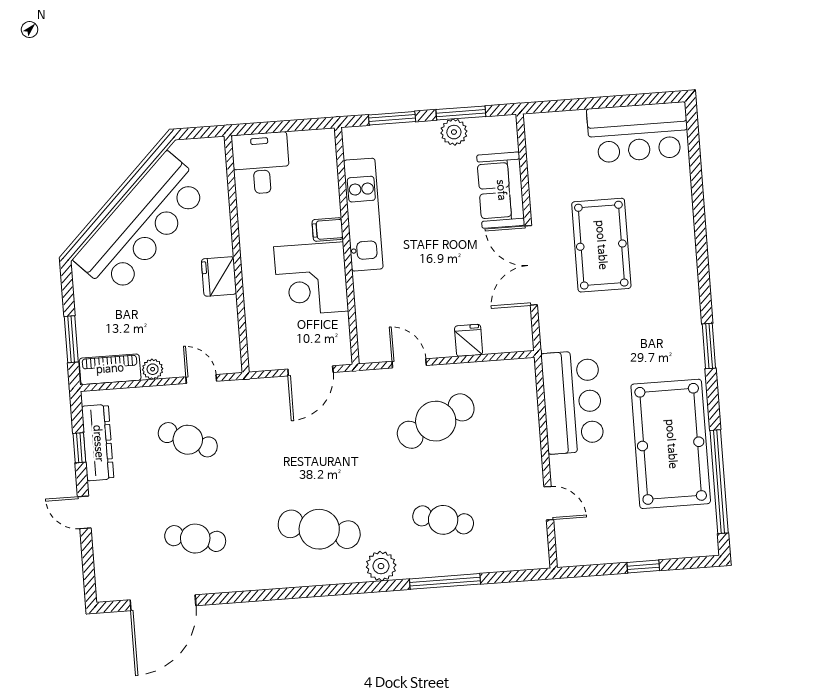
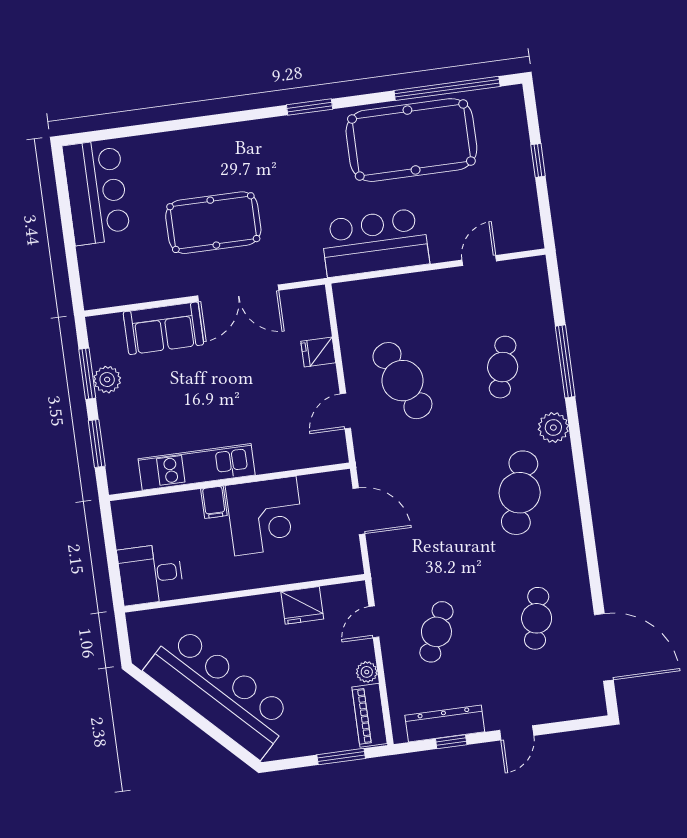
fridge: (219, 276) -> (302, 605), moved

